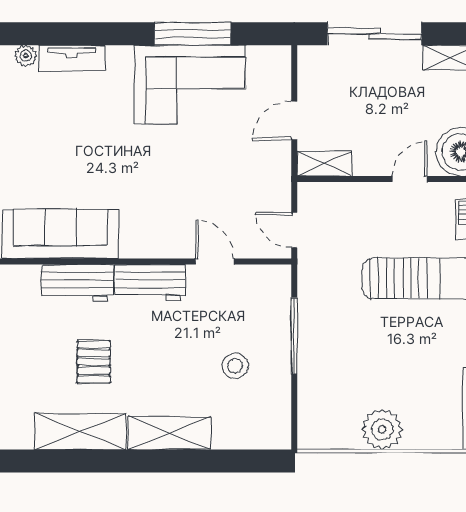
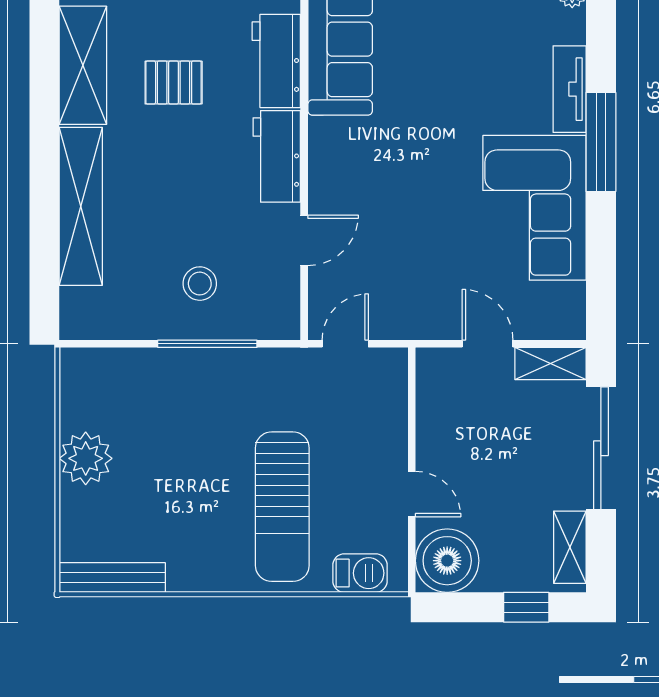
window: (193, 34) -> (601, 142), moved
tv unit: (72, 58) -> (570, 89), moved
shelving: (324, 164) -> (550, 364), moved, turned 90
stool: (235, 366) -> (200, 284), moved
shelving: (169, 433) -> (81, 206), width x1.47

